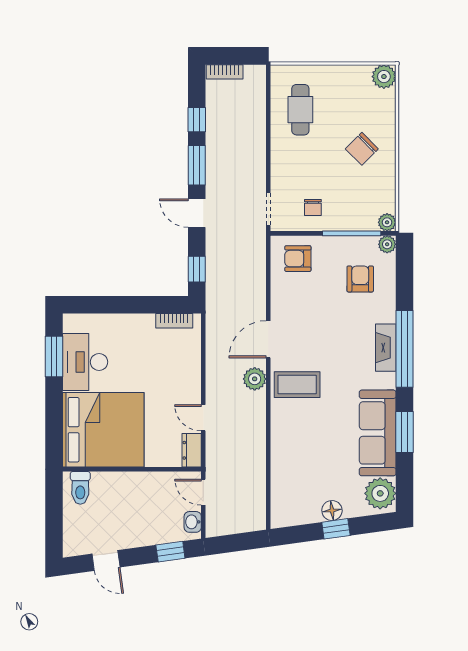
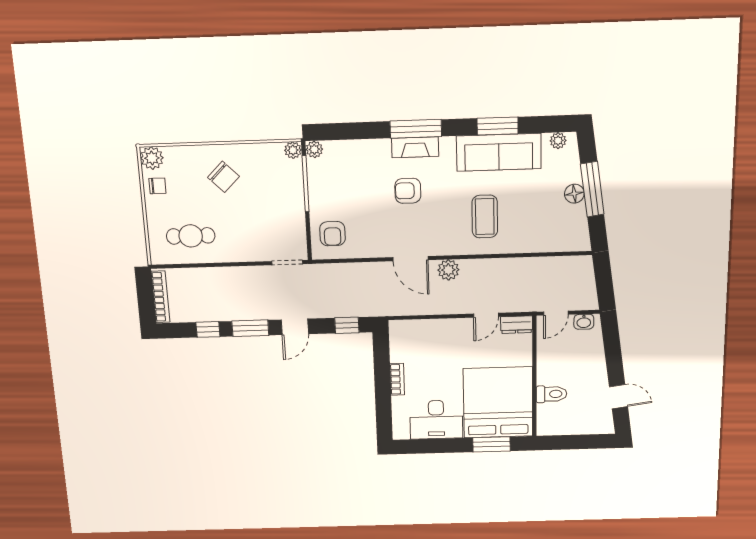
bookcase: (225, 72) -> (161, 297), width x1.56
chair: (313, 207) -> (157, 186), moved
armchair: (360, 279) -> (408, 191), moved
bookcase: (174, 321) -> (397, 379), moved
window: (405, 349) -> (416, 129), width x0.68
window: (54, 356) -> (492, 444), moved
coffee table: (297, 385) -> (485, 217), moved
toilet: (80, 488) -> (552, 394), moved
plant: (380, 493) -> (558, 141), width x0.53, depth x0.53
window: (336, 529) -> (592, 189), width x2.17
window: (170, 552) -> (611, 341), removed
door: (106, 560) -> (619, 397), hinge flipped

